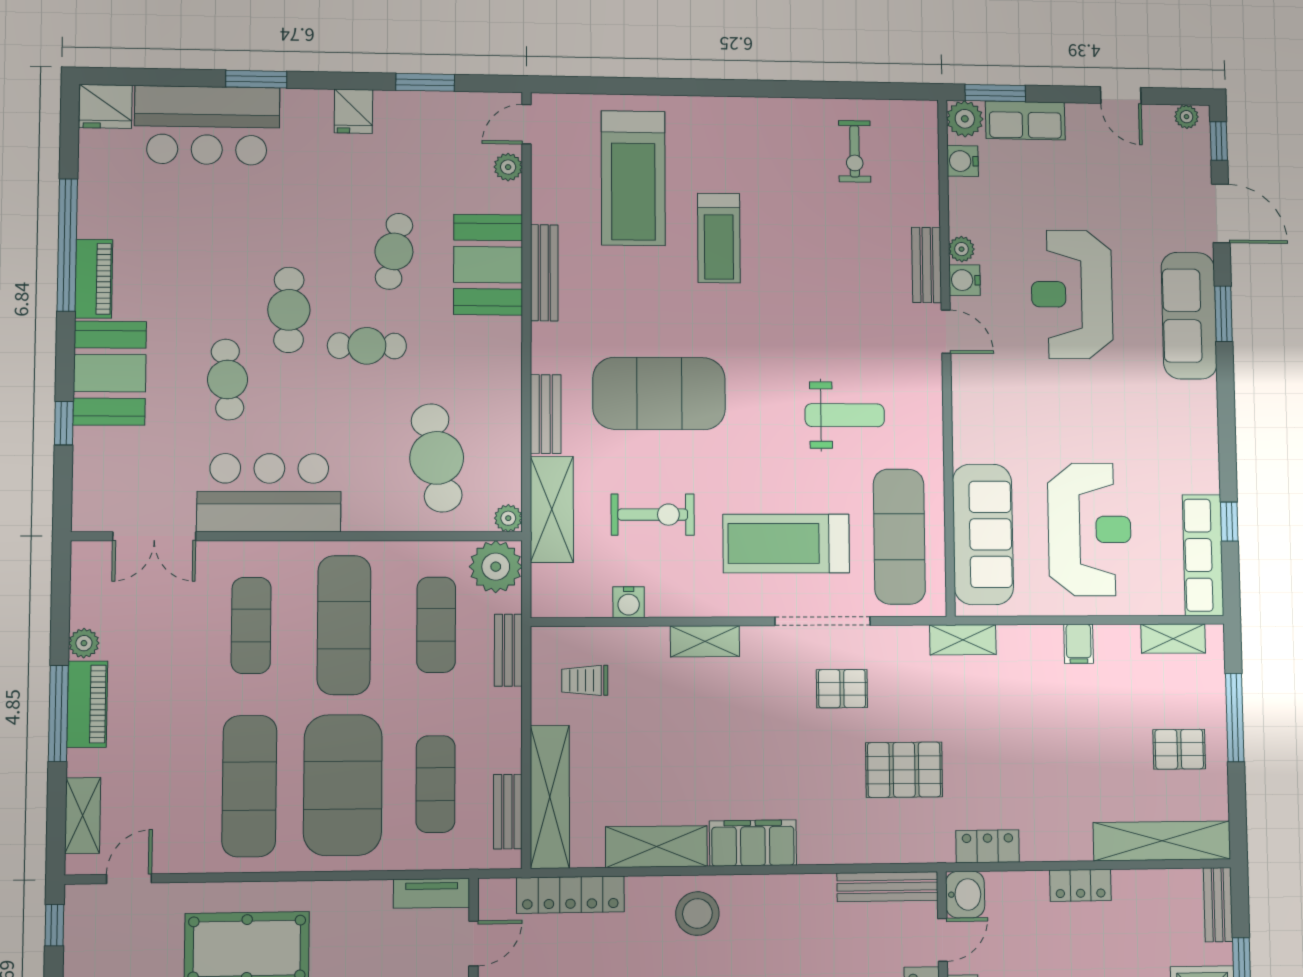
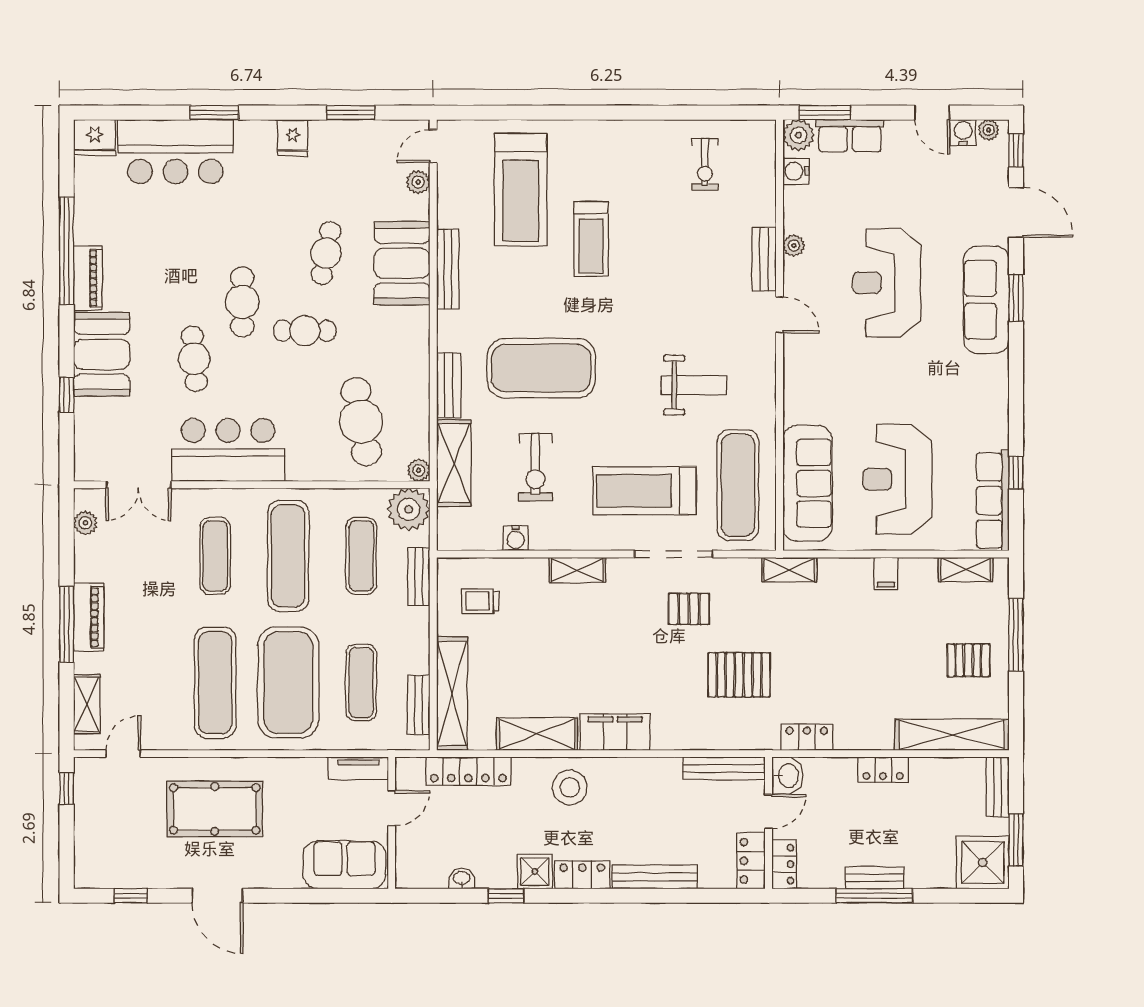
water cooler: (965, 280) -> (963, 133), moved, turned 90
exercise bike: (653, 515) -> (535, 467), turned 90
reception desk: (1090, 529) -> (897, 479), turned 180
plant: (84, 643) -> (85, 523), moved

